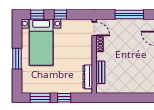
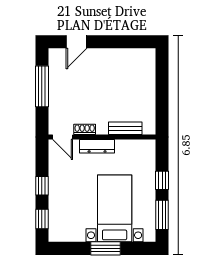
door: (94, 29) -> (63, 137), swing flipped
bed with nightstands: (41, 42) -> (115, 208), moved, turned -90
dresser: (88, 77) -> (97, 146), moved

